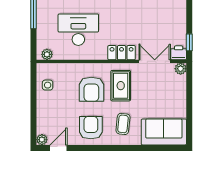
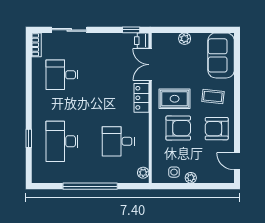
desk: (78, 30) -> (118, 141), width x0.73
plant: (181, 69) -> (185, 39), moved
plant: (42, 140) -> (191, 178), moved

